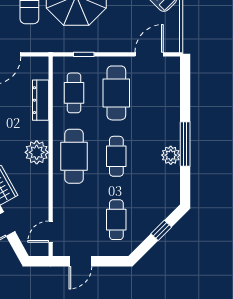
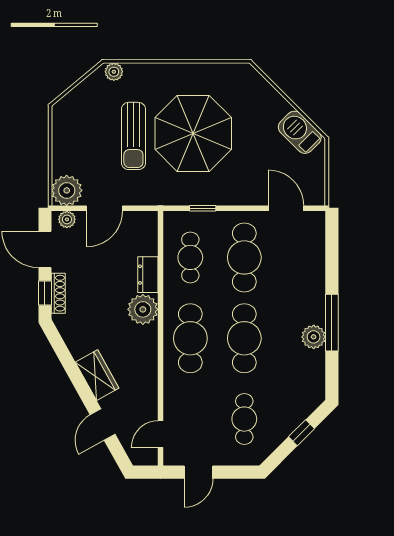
door: (149, 54) -> (286, 208), hinge flipped
dresser: (41, 100) -> (148, 275), width x0.70
plant: (37, 152) -> (143, 309), moved
cafe table: (116, 156) -> (244, 338), width x1.37, depth x1.35

